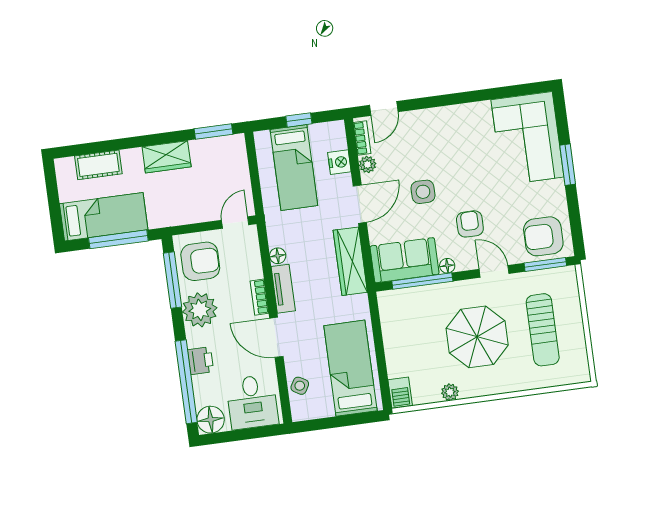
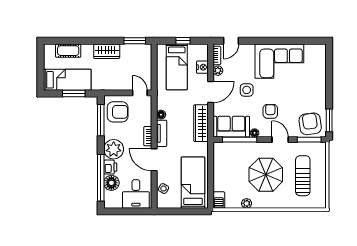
corner sofa: (527, 138) -> (279, 61), moved, turned -90
window: (568, 165) -> (329, 120), moved
door: (235, 222) -> (140, 93), hinge flipped
armchair: (543, 236) -> (310, 124), turned 82
window: (118, 239) -> (74, 94), width x0.69
plant: (200, 310) -> (114, 149), moved
sun lounger: (543, 330) -> (303, 176), turned 180
floor lamp: (211, 420) -> (111, 183), moved

